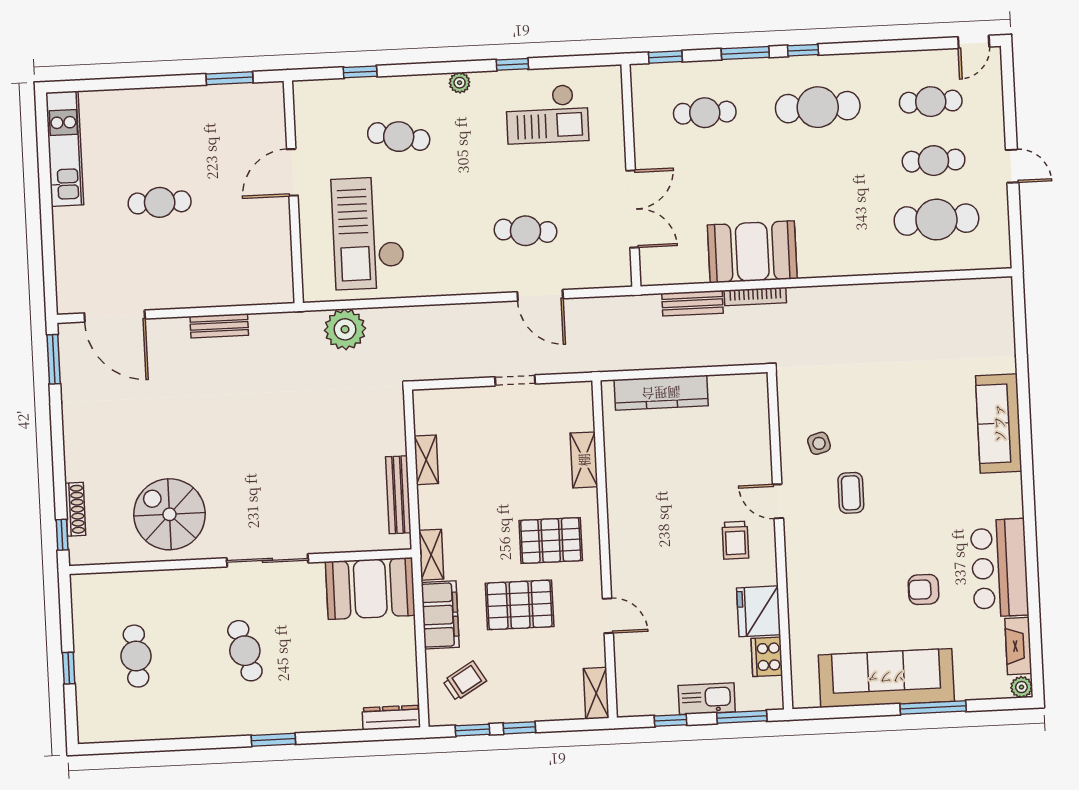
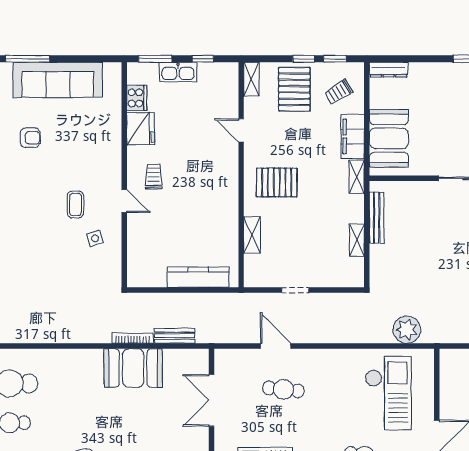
booth: (370, 588) -> (389, 138), moved, turned 90
pallet: (520, 605) -> (294, 89), moved, turned 90

